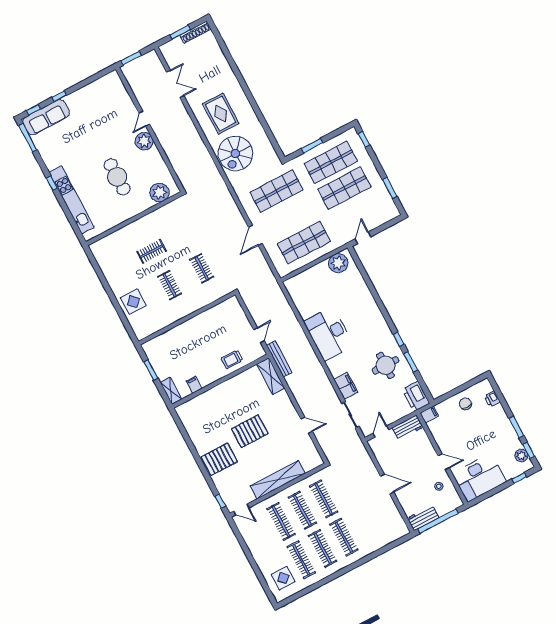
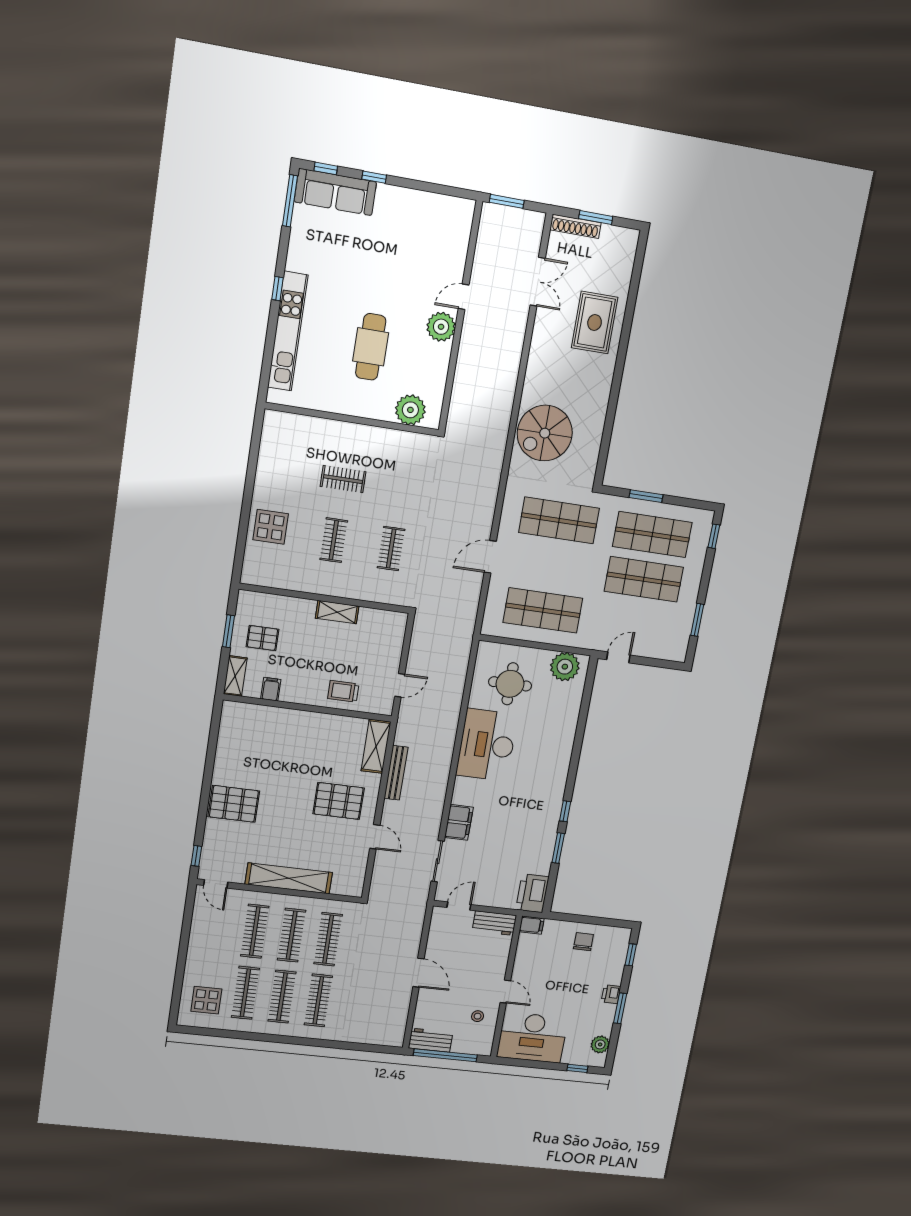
shoe rack: (195, 32) -> (575, 226), moved
rug: (221, 114) -> (595, 323), moved
shelving: (199, 320) -> (337, 612), added
bench: (279, 359) -> (396, 773), moved
pallet: (170, 361) -> (263, 638), added
round table: (386, 365) -> (510, 684), moved
printer: (492, 399) -> (611, 994), moved
pallet: (250, 431) -> (339, 801), moved
window: (529, 450) -> (631, 955), moved

